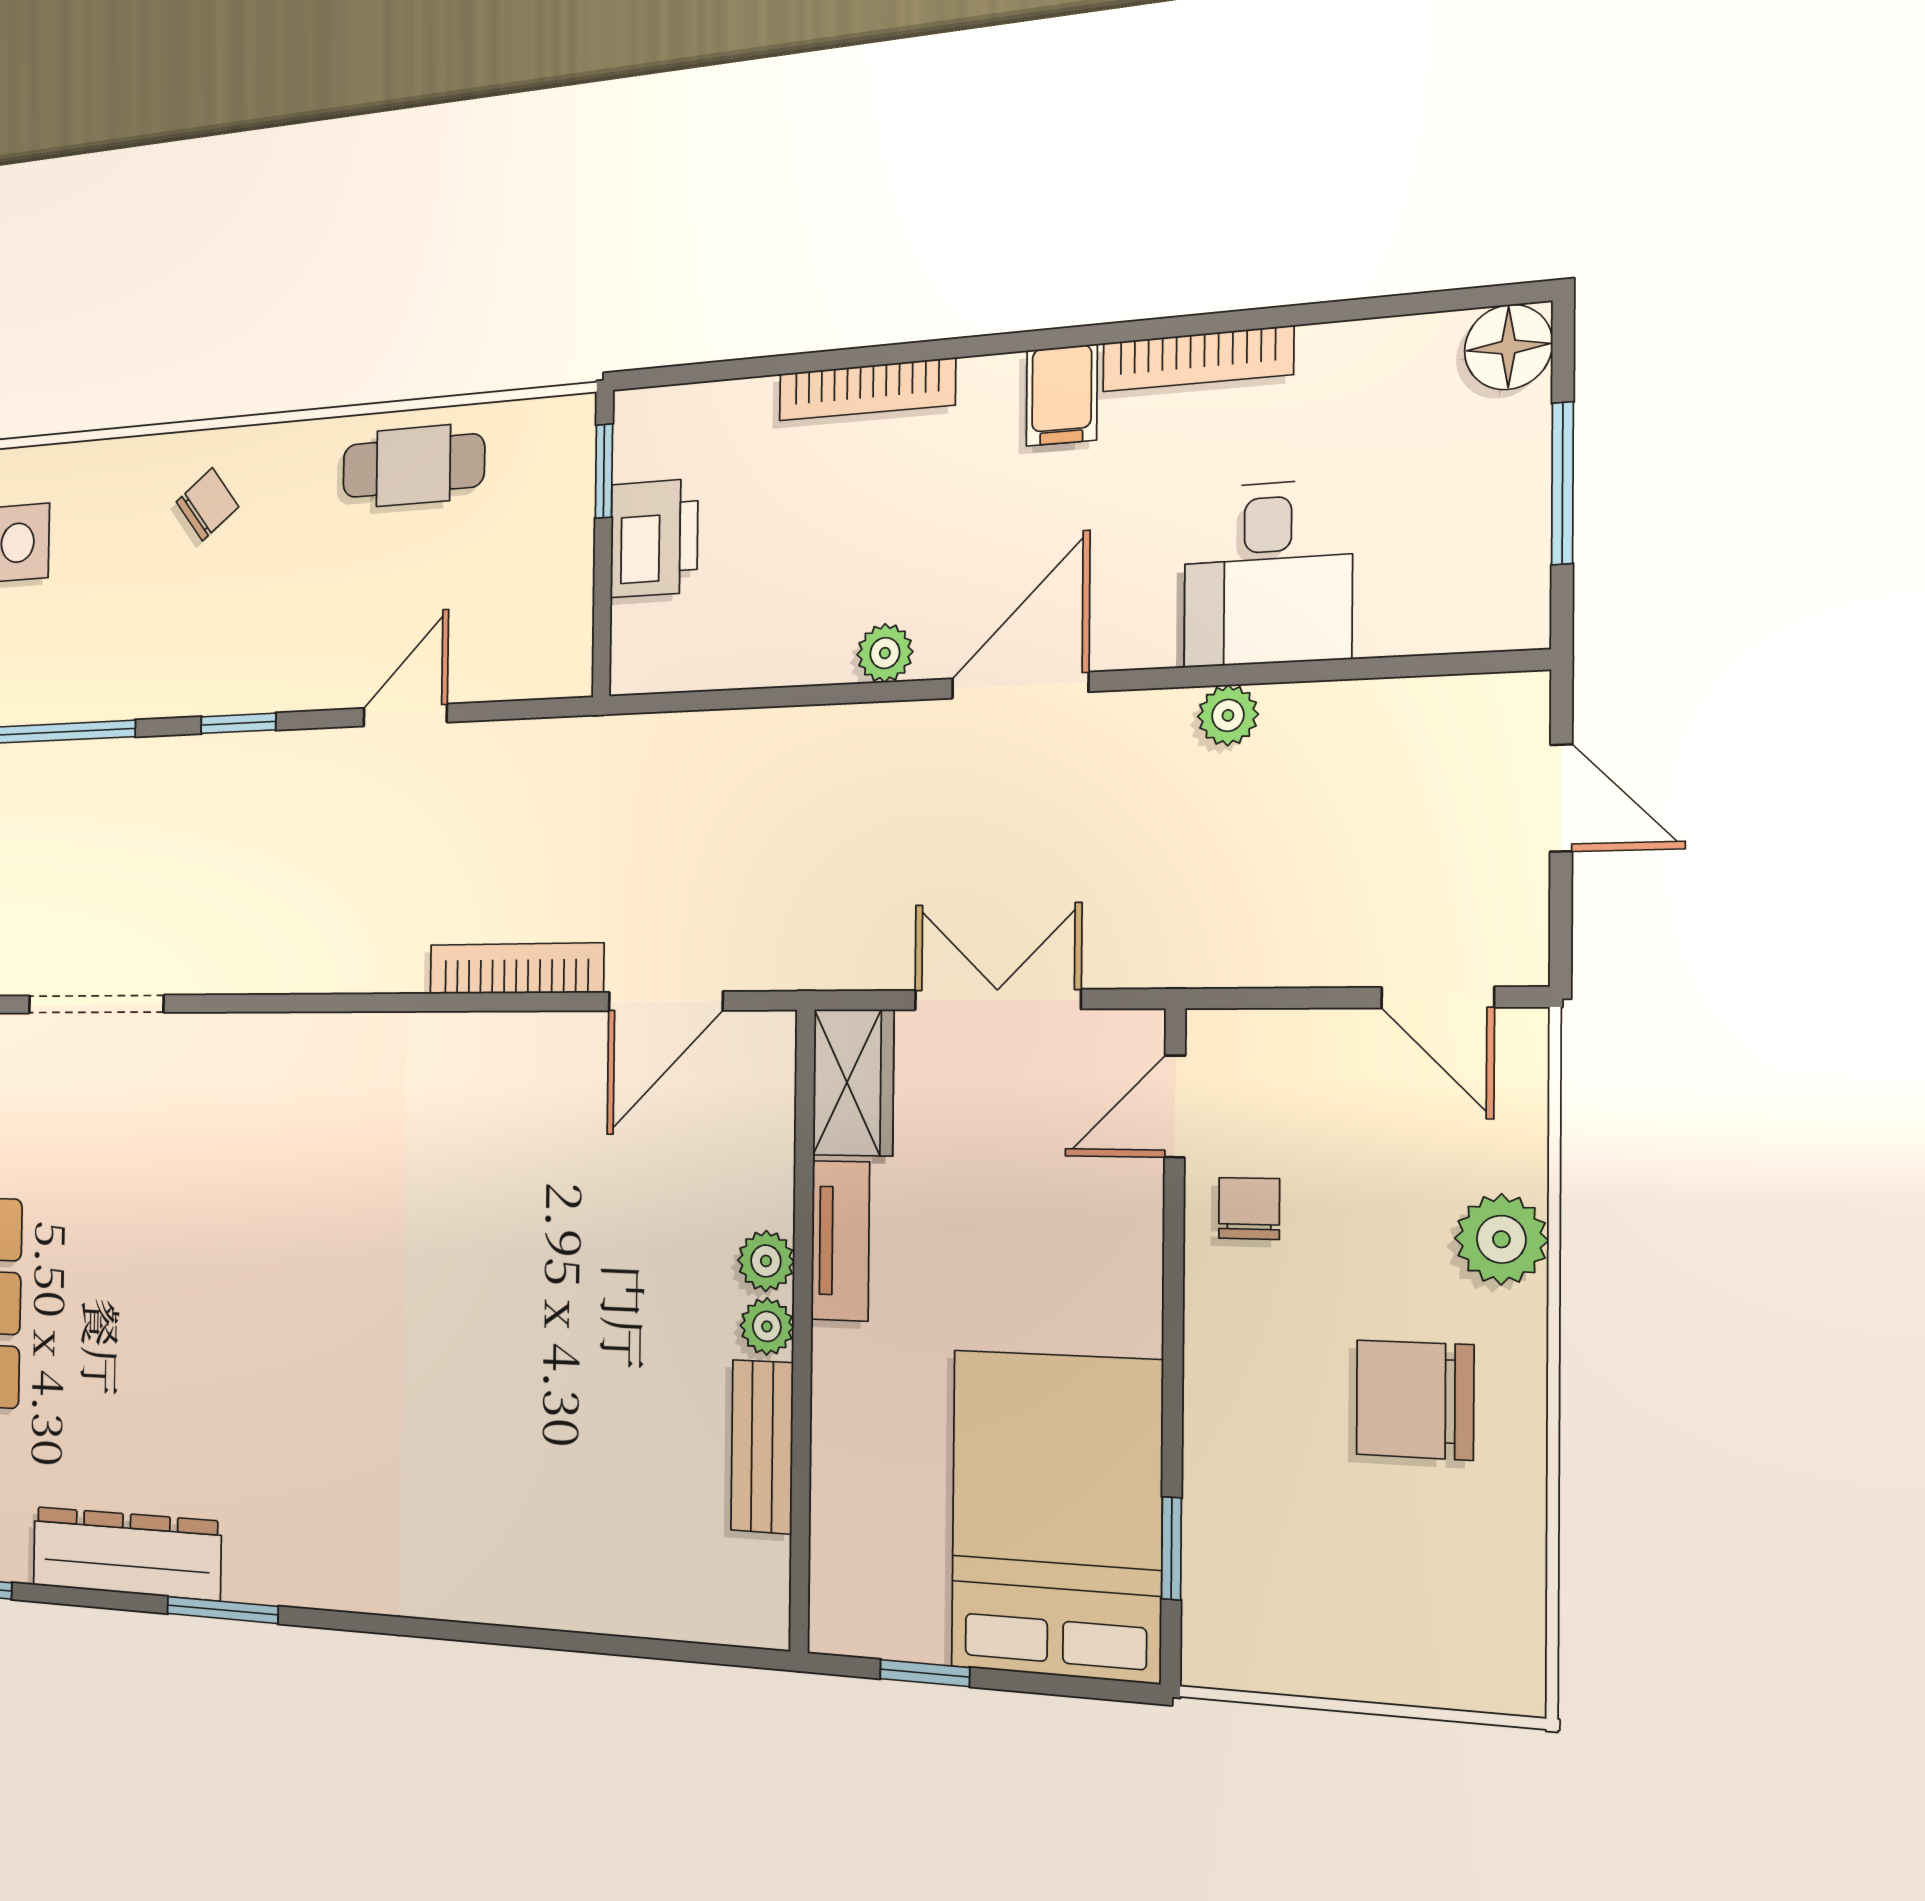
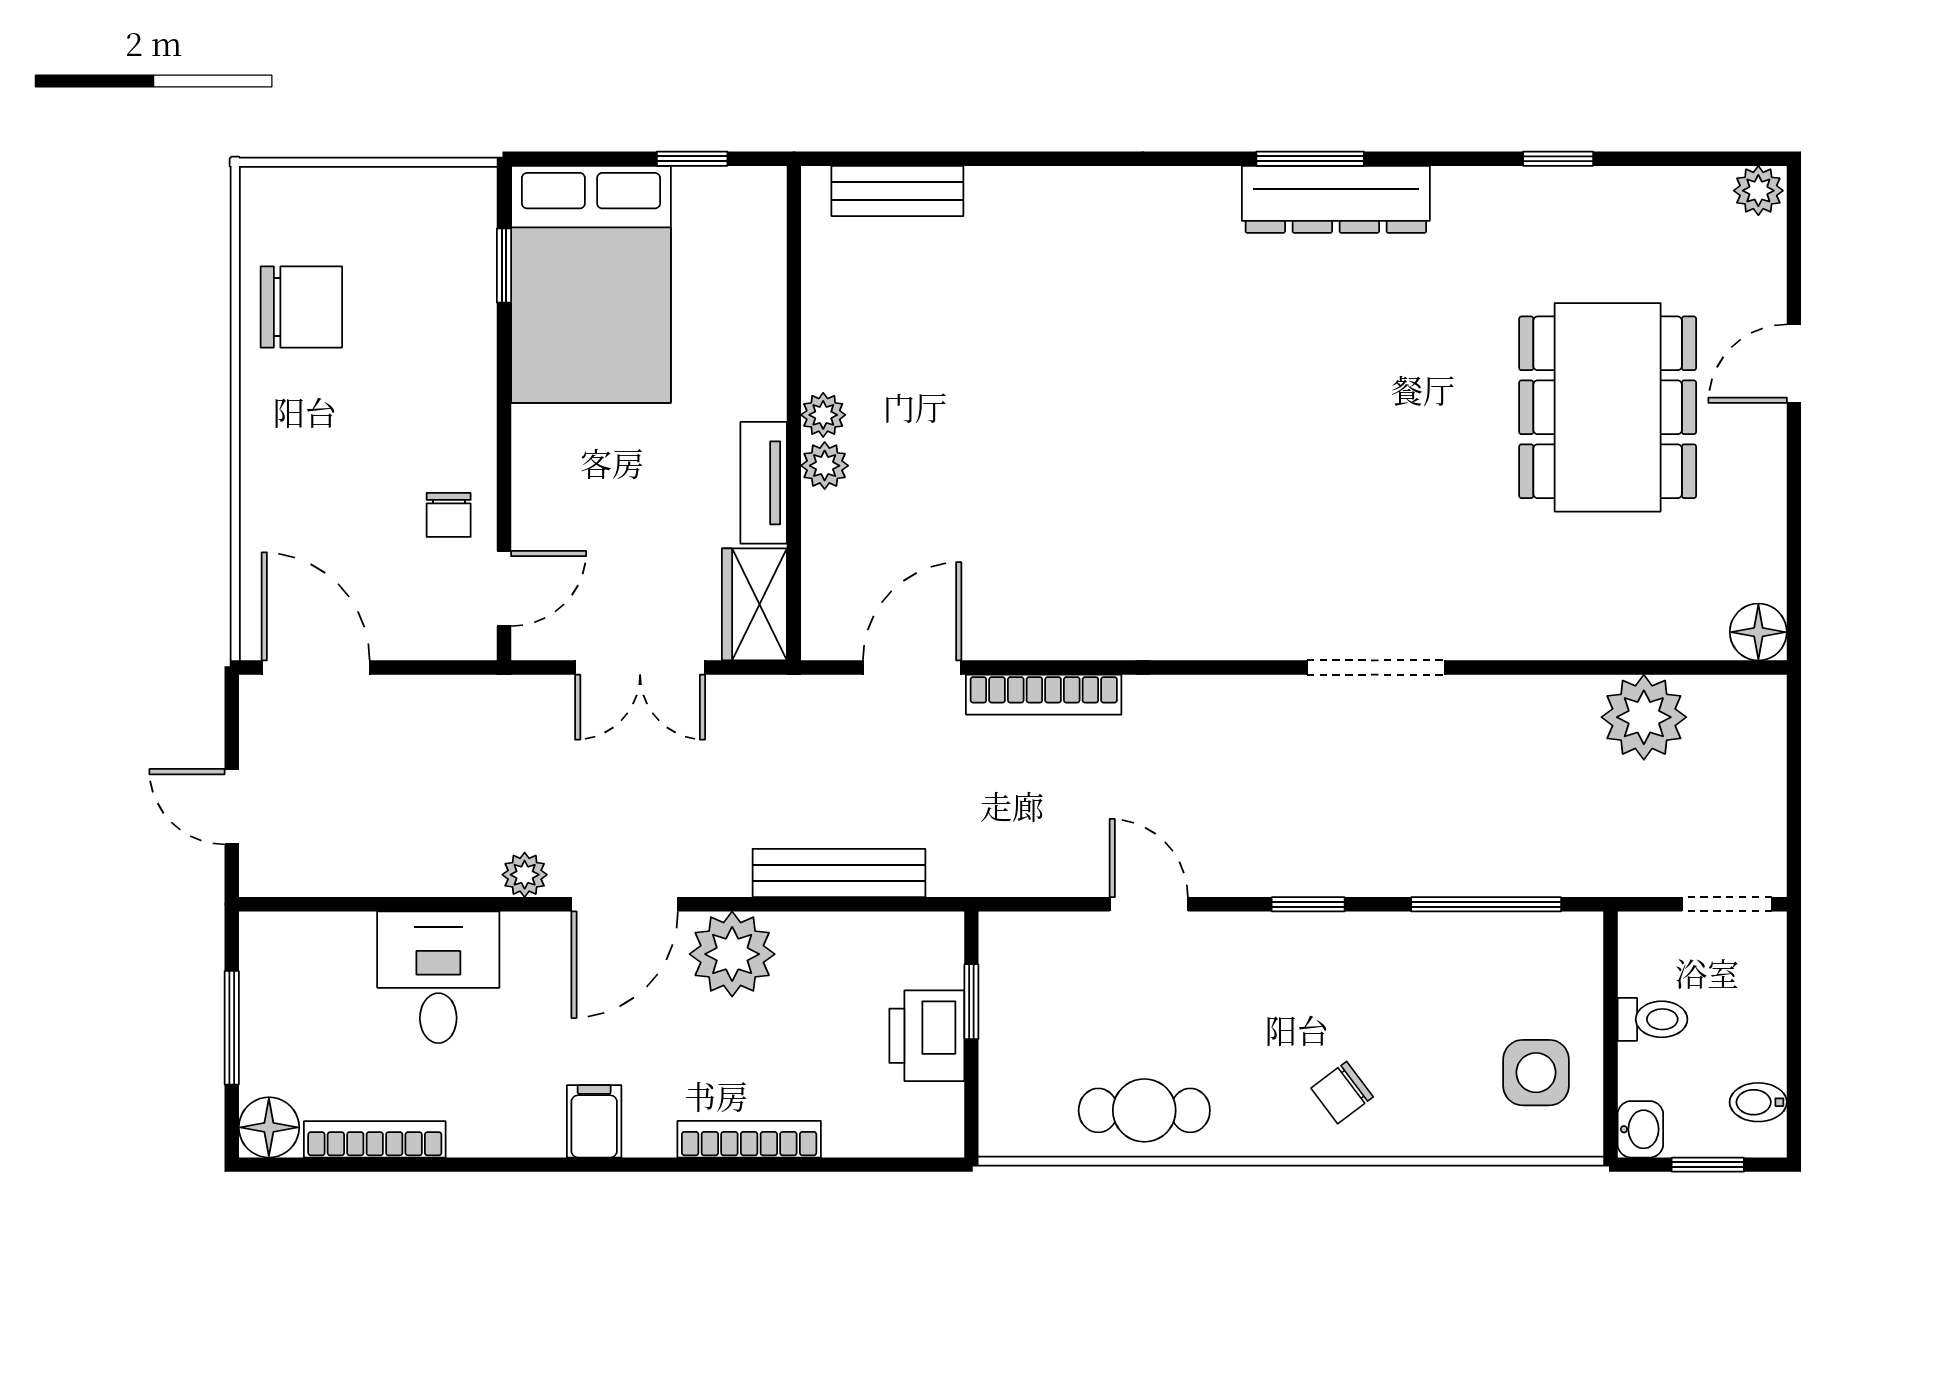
bookcase: (1197, 359) -> (375, 1139), moved
window: (604, 471) -> (971, 1002), moved
plant: (885, 653) -> (732, 954), width x1.87, depth x1.87
door: (405, 715) -> (1149, 904), swing flipped
plant: (1228, 715) -> (525, 875), moved
bench: (755, 738) -> (839, 873), added
door: (1437, 997) -> (316, 668), width x1.38
doorway: (96, 1004) -> (1376, 668), moved
plant: (1501, 1239) -> (271, 497), removed
chair: (1415, 1400) -> (301, 307), moved
bench: (762, 1447) -> (897, 191), moved, turned 90
dresser: (126, 1553) -> (1336, 199), moved

